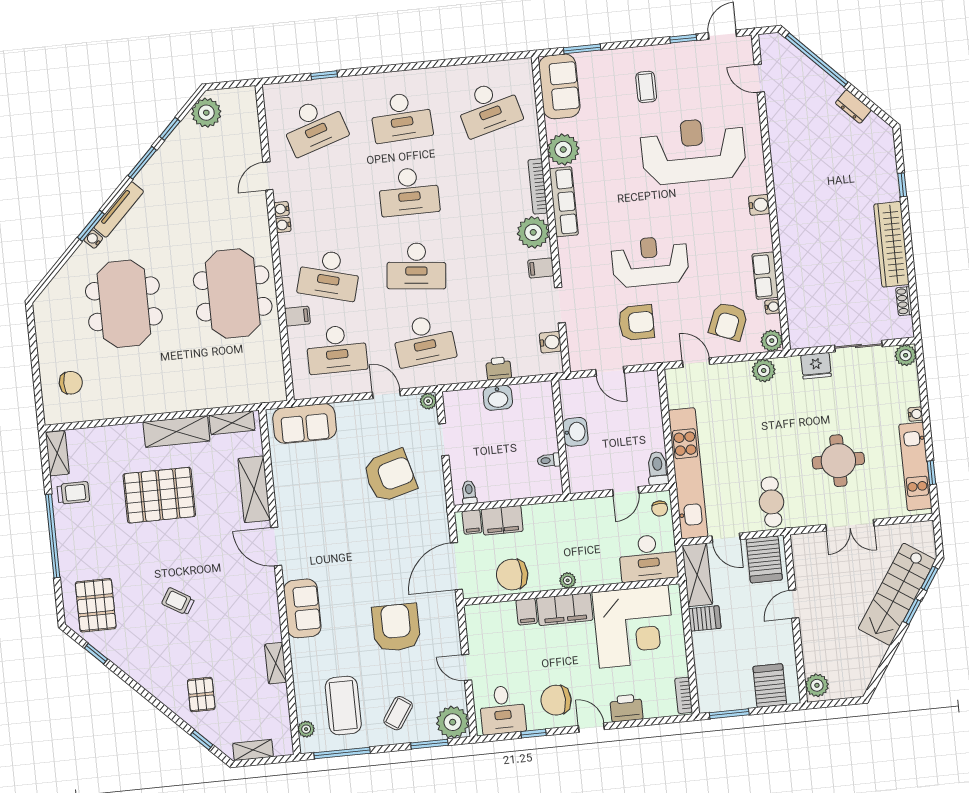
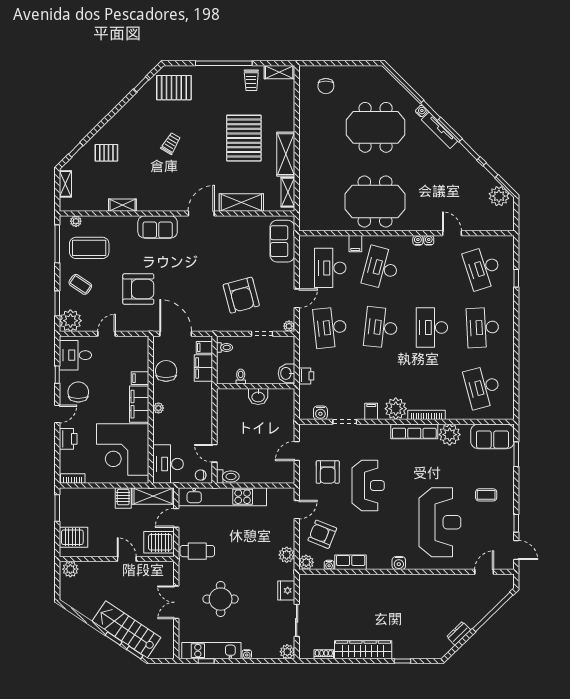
washbasin: (575, 432) -> (258, 396), moved
wall: (561, 437) -> (256, 386), moved
toilet: (549, 460) -> (241, 377), moved

